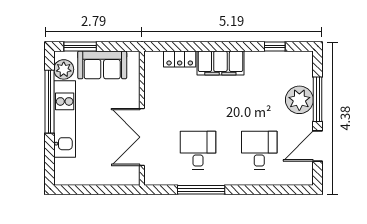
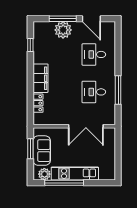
window: (80, 47) -> (30, 149), moved

